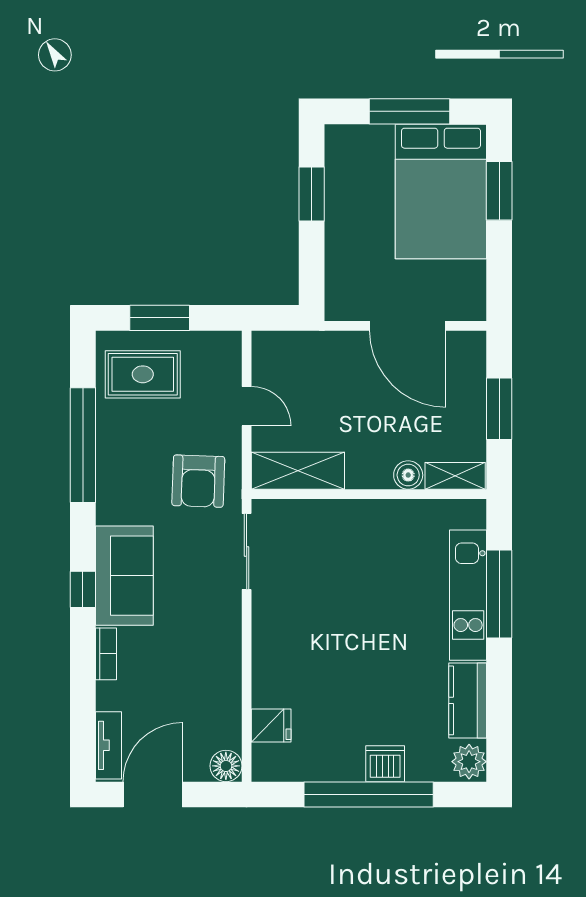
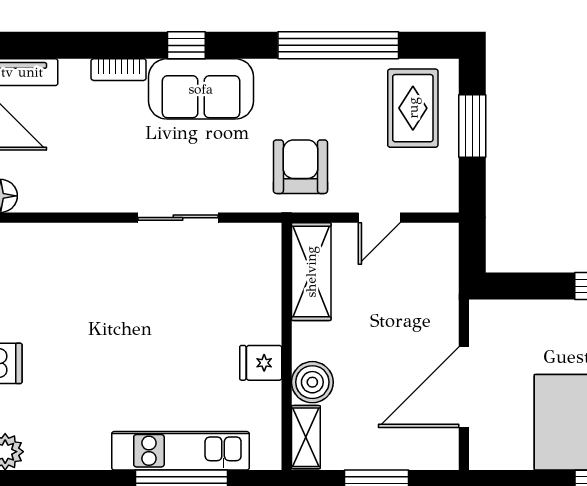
boiler: (408, 475) -> (312, 382), width x1.36, depth x1.36
armchair: (198, 481) -> (300, 167), turned 88
sliding door: (247, 551) -> (178, 218), moved
kitchen counter: (468, 700) -> (70, 450), removed
fridge: (271, 726) -> (261, 363), moved, turned 90

